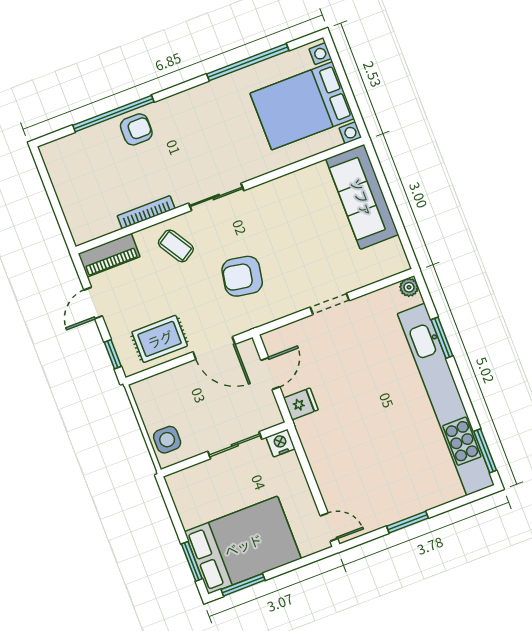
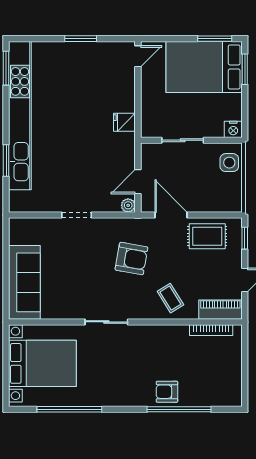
sliding door: (216, 197) -> (106, 322), moved
bookcase: (146, 212) -> (211, 330), moved
plant: (409, 287) -> (128, 205), moved
fridge: (301, 404) -> (124, 122), moved
nightstand: (281, 443) -> (233, 129), moved
door: (329, 527) -> (138, 56), swing flipped

